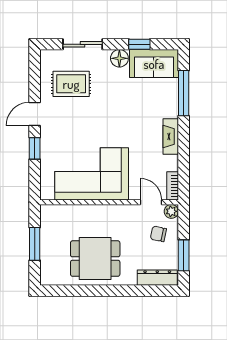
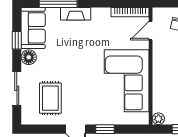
fireplace: (171, 137) -> (76, 14), moved
bookcase: (173, 186) -> (130, 12), width x1.56
plant: (171, 211) -> (158, 119), moved

